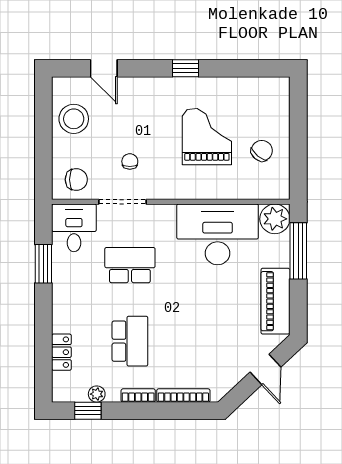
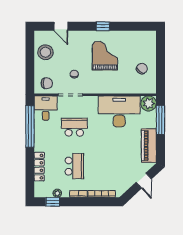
grand piano: (207, 137) -> (105, 56), moved
window: (43, 264) -> (30, 126), width x2.11
locker: (61, 352) -> (39, 167), width x1.53

